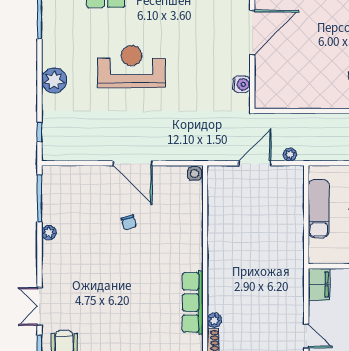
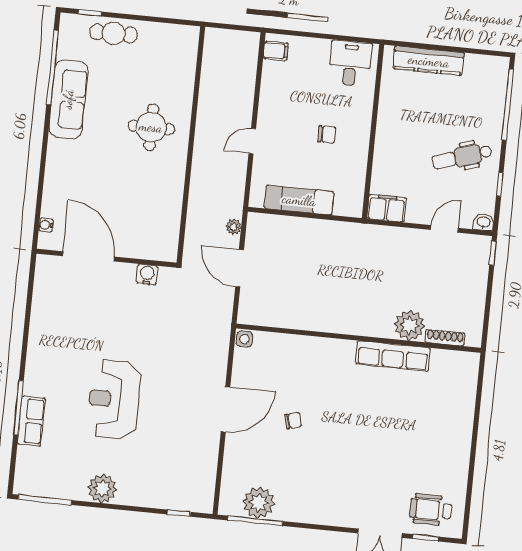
plant: (54, 80) -> (102, 488), moved
plant: (49, 233) -> (259, 503), moved, width x1.87, depth x1.87
plant: (214, 320) -> (409, 325), width x1.88, depth x1.88

